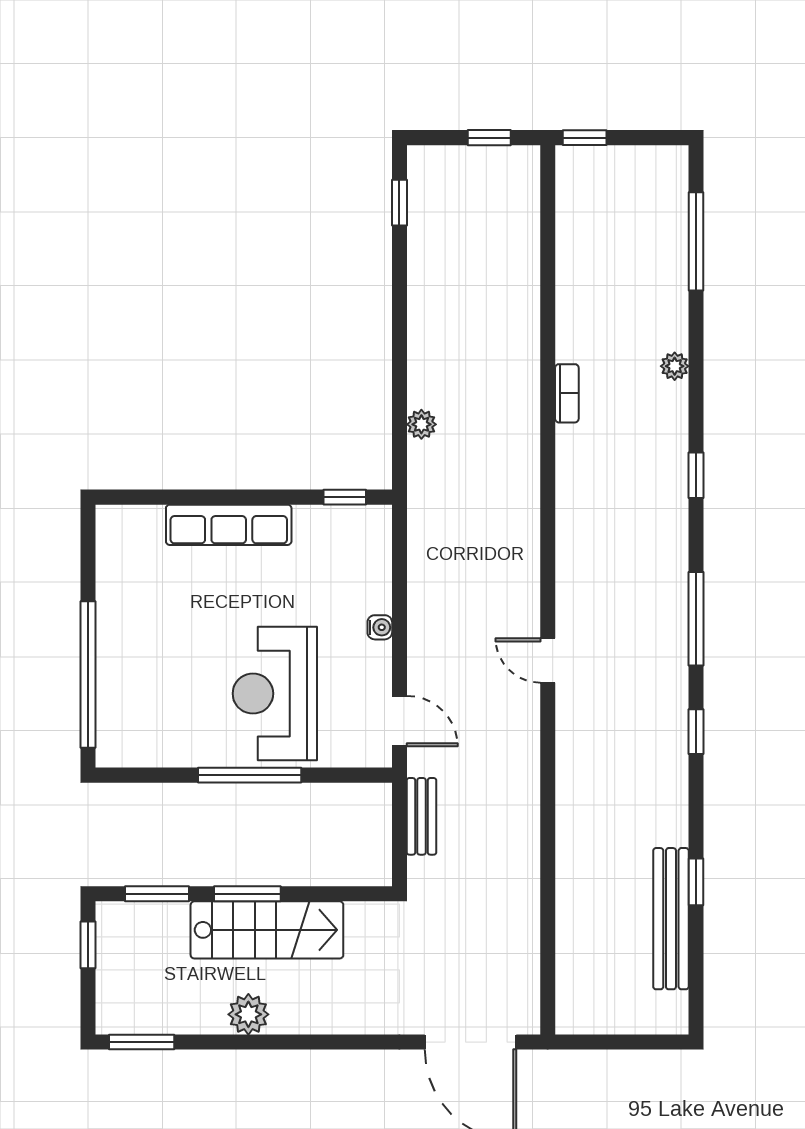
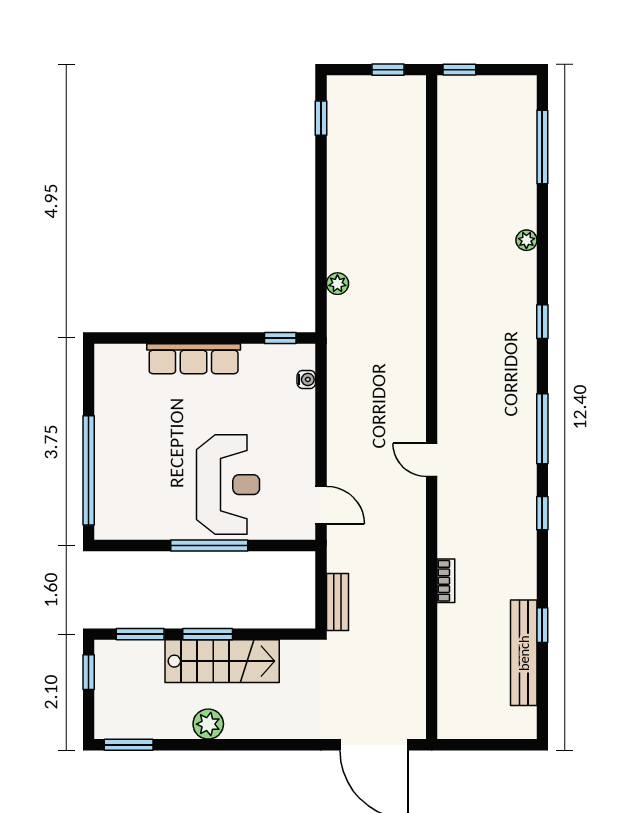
bookcase: (567, 393) -> (446, 581), moved
water cooler: (380, 627) -> (306, 379), moved
reception desk: (275, 694) -> (228, 485), turned 180
bench: (422, 816) -> (338, 602), moved

